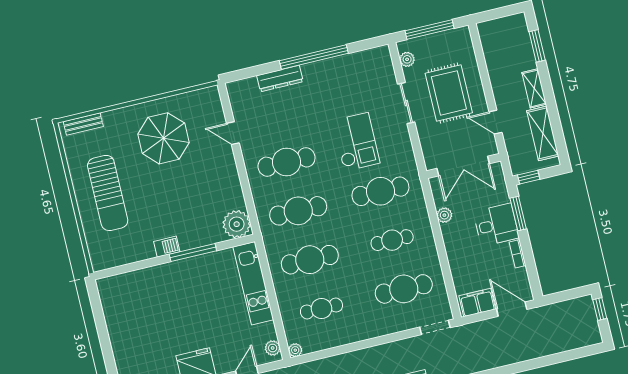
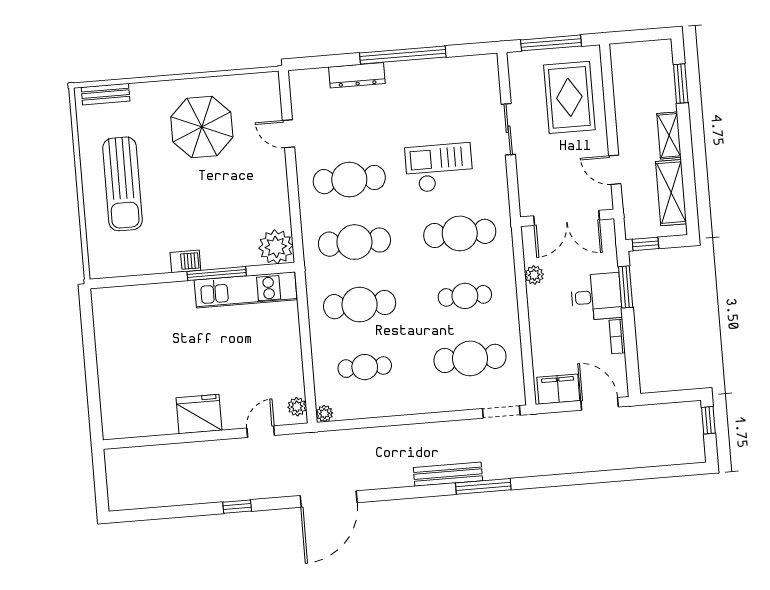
plant: (407, 59) -> (518, 75), removed
rug: (449, 93) -> (569, 97), moved
checkout: (356, 142) -> (439, 168), turned -90
kitchen unit: (253, 283) -> (246, 290), moved, turned -90

